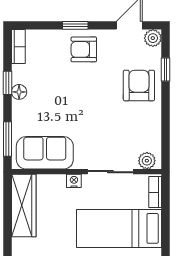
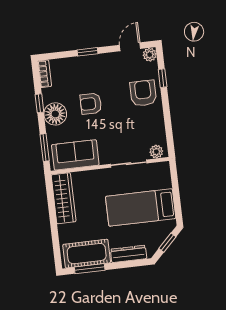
armchair: (84, 49) -> (91, 104), moved
floor lamp: (19, 92) -> (55, 114), width x1.89, depth x1.89
nightstand: (74, 181) -> (101, 174), removed
bookcase: (155, 192) -> (166, 176), removed

